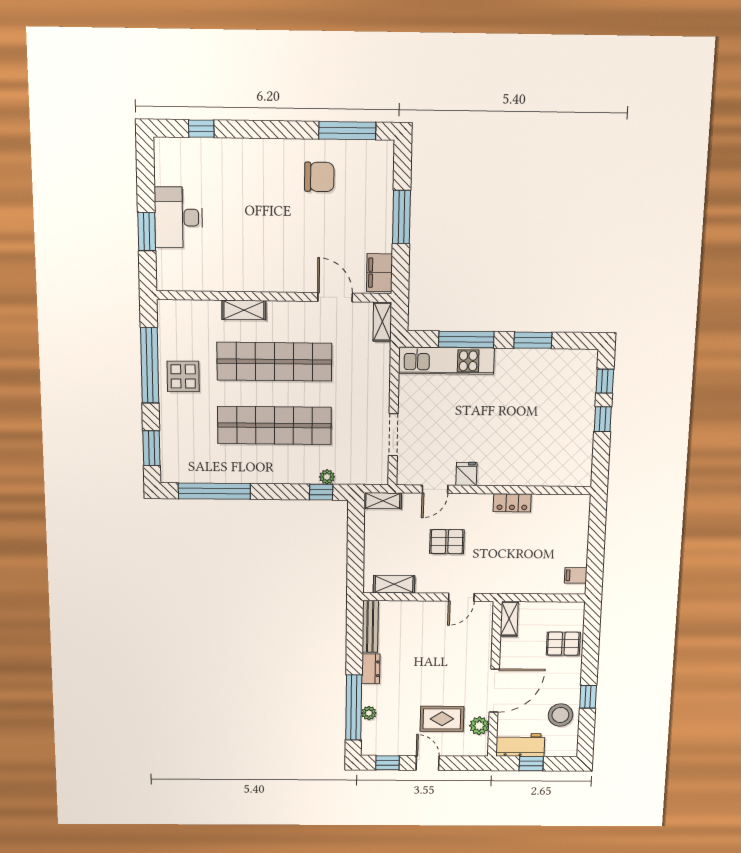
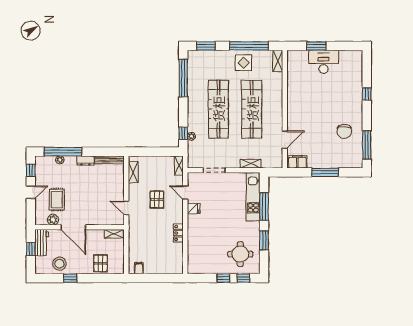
window: (201, 129) -> (367, 94), moved
shelving: (244, 310) -> (278, 61), moved
shelving: (382, 322) -> (251, 164), moved
round table: (558, 387) -> (240, 254), added

